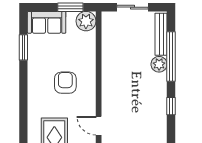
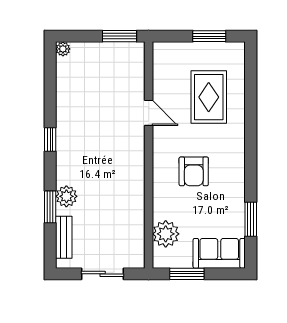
plant: (86, 21) -> (166, 234), moved
bench: (161, 34) -> (64, 237), width x0.73
window: (171, 57) -> (50, 207), width x0.47

